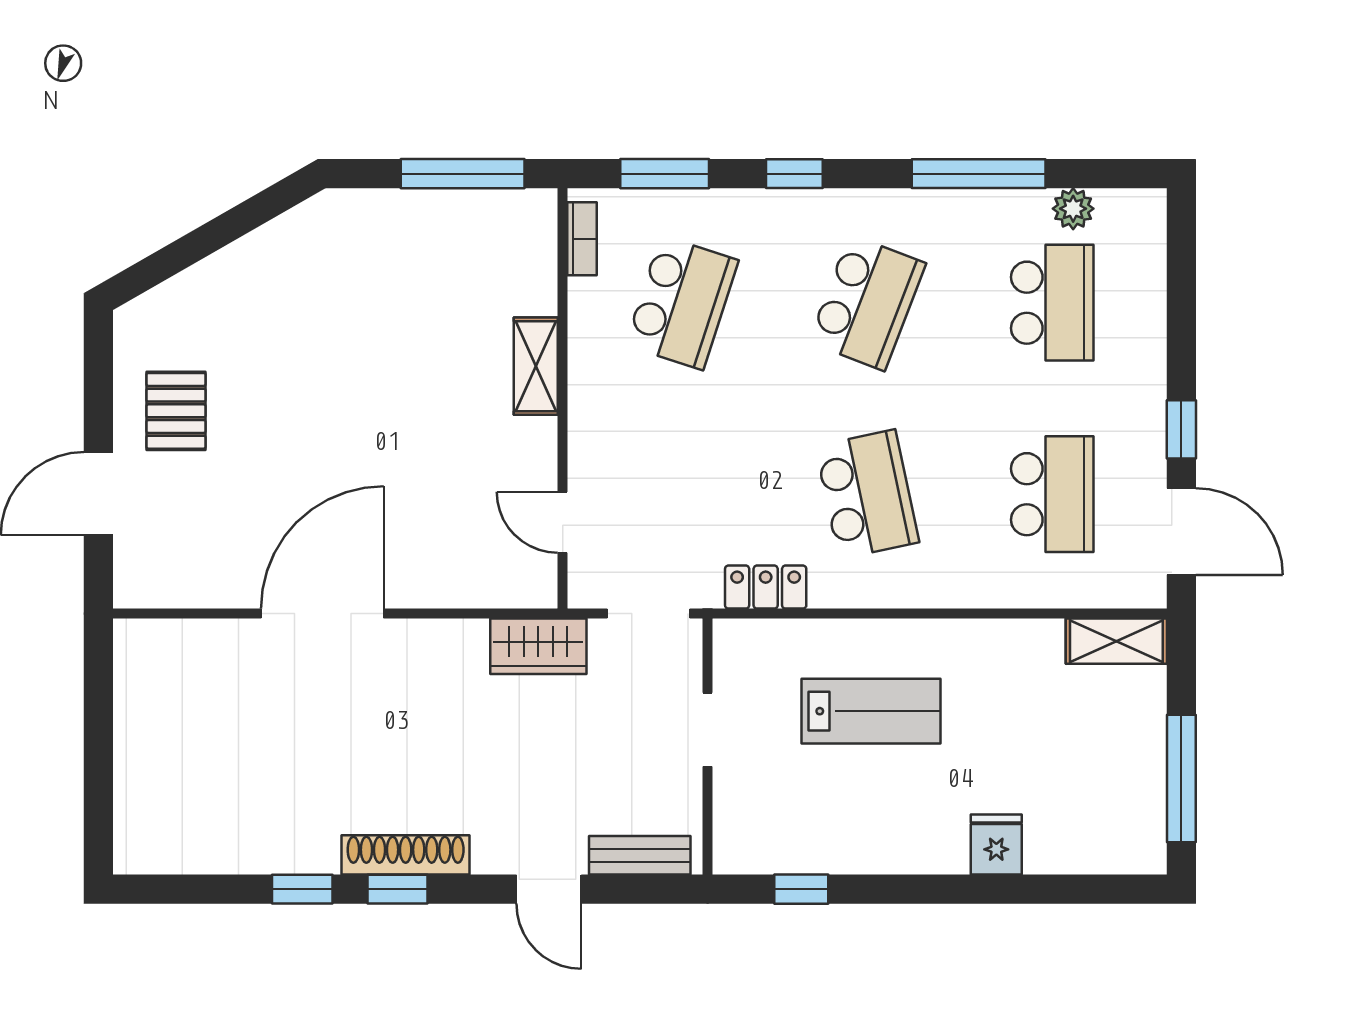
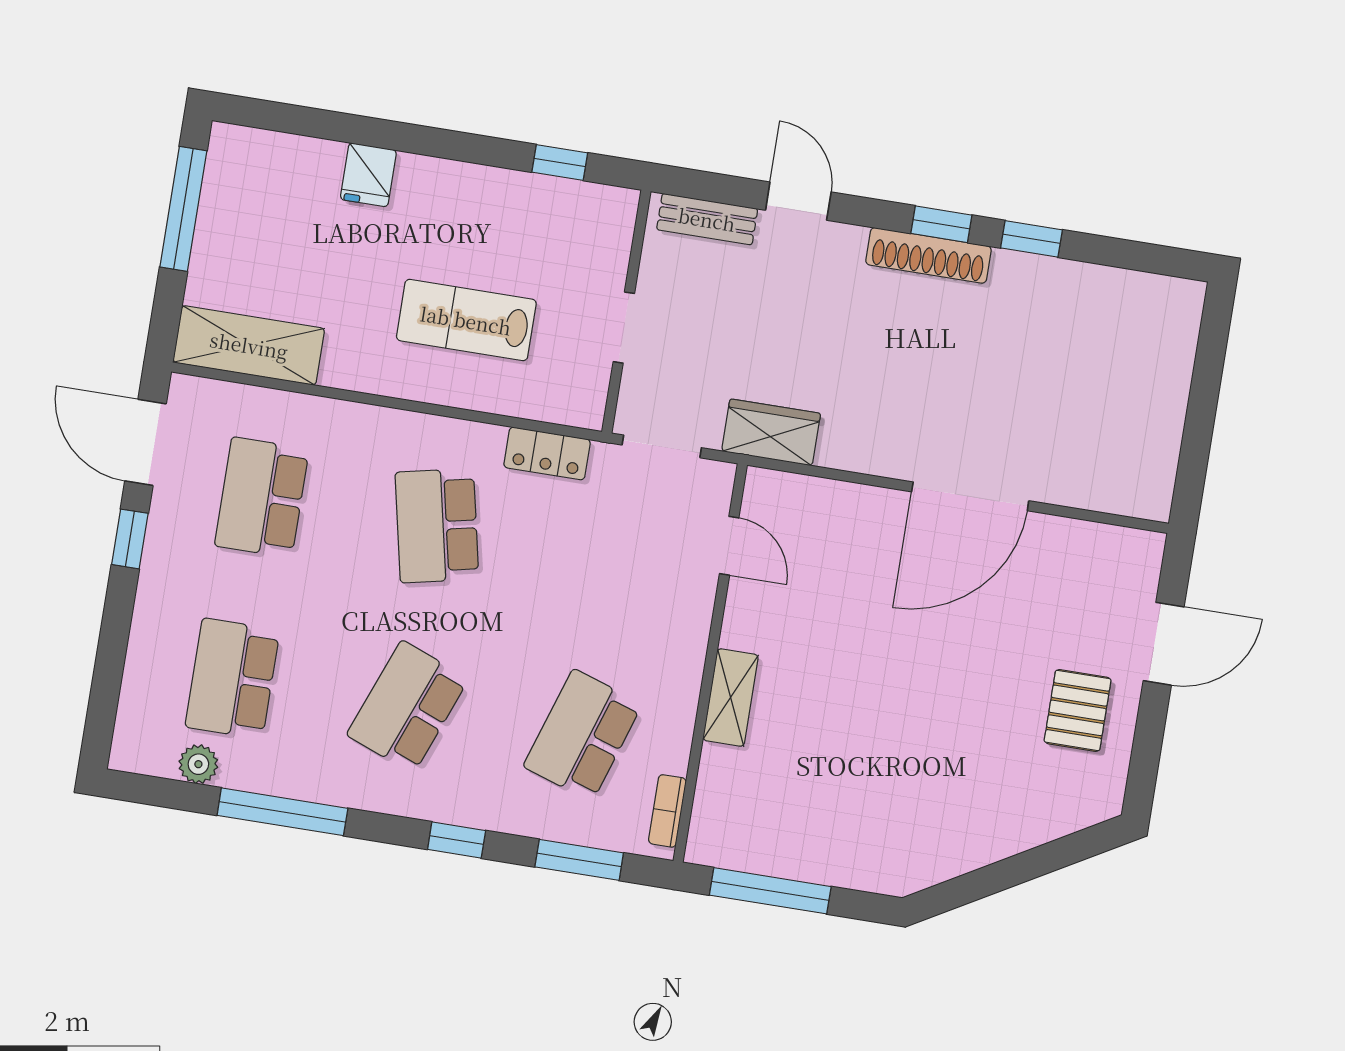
shelving: (1116, 641) -> (249, 345), width x1.50, depth x1.33

